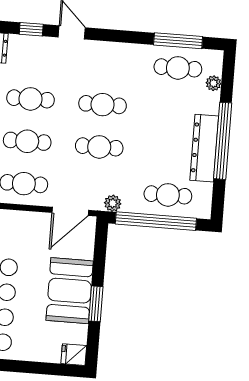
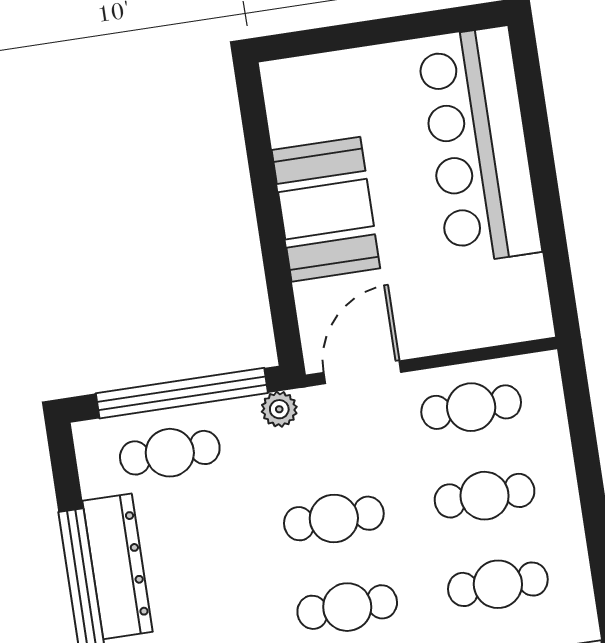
window: (96, 304) -> (266, 195), removed
fridge: (74, 355) -> (287, 80), removed

